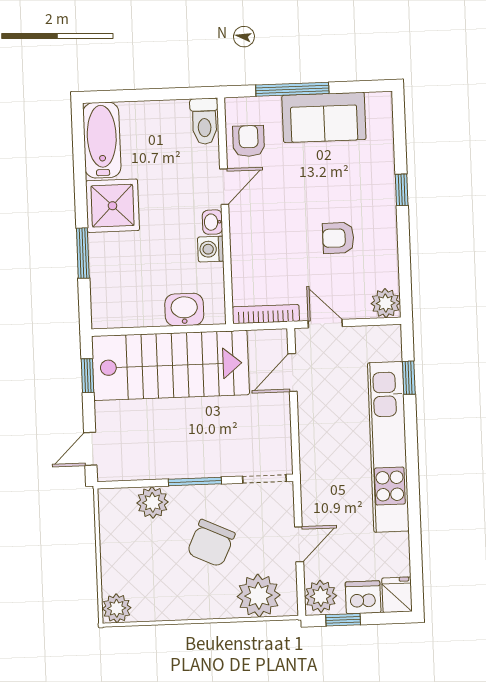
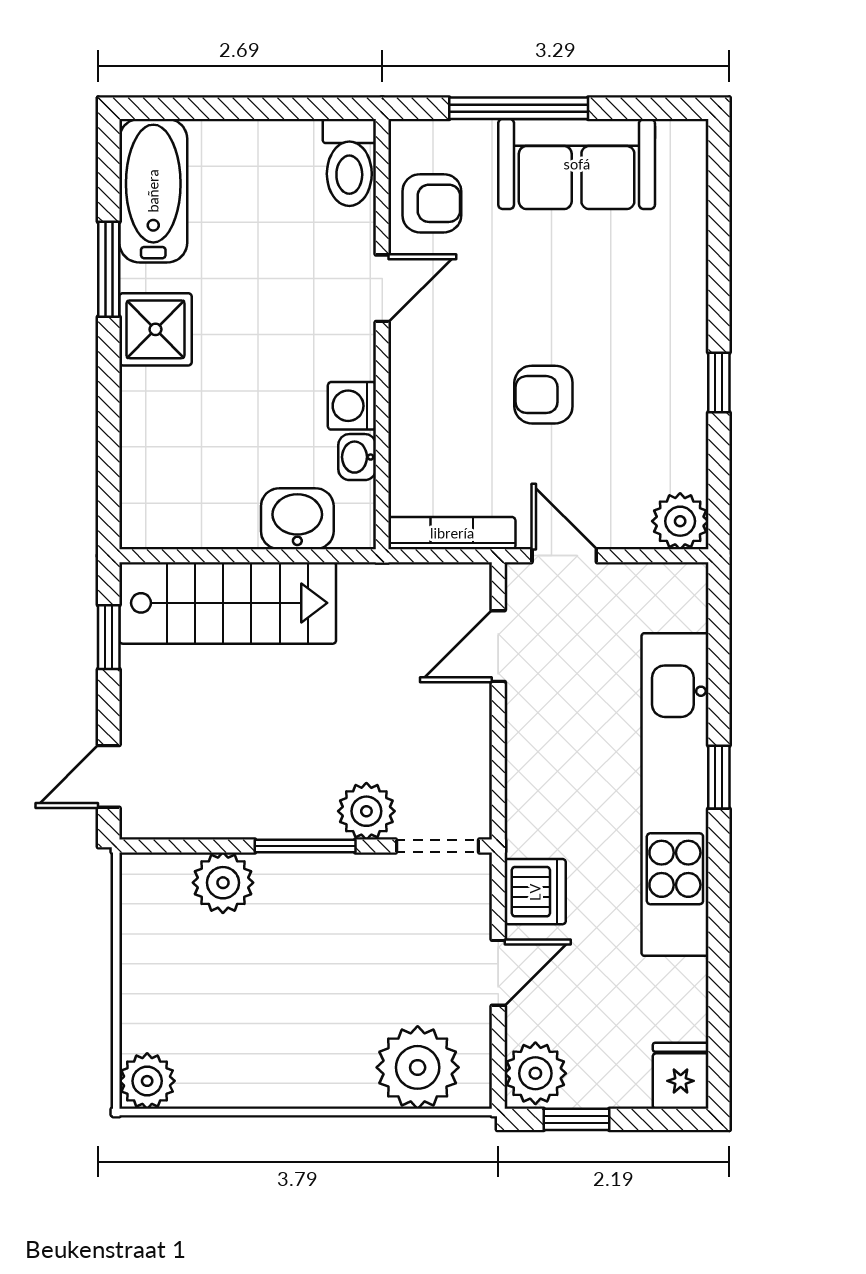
armchair: (249, 141) -> (432, 203), turned 90
window: (402, 190) -> (719, 383), moved
shower: (112, 206) -> (155, 329), width x0.73, depth x0.73
washbasin: (212, 222) -> (357, 457), moved
armchair: (338, 238) -> (543, 395), moved
window: (83, 253) -> (109, 269), moved
stairs: (170, 365) -> (228, 603), width x0.73, depth x0.66
window: (409, 378) -> (719, 777), moved
plant: (226, 462) -> (366, 811), added
chair: (211, 543) -> (331, 964), removed
dishwasher: (363, 597) -> (535, 892), moved, turned 90

